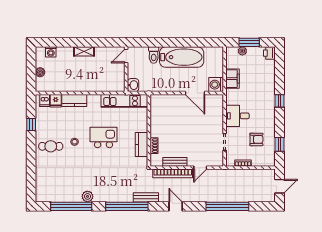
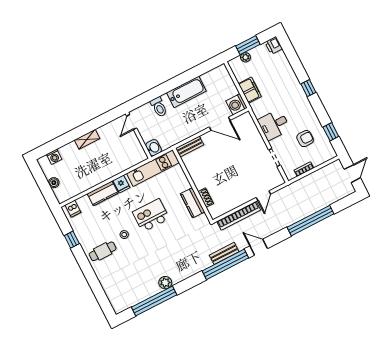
bathtub: (182, 57) -> (186, 92), width x0.73, depth x0.73
fridge: (56, 101) -> (121, 184), moved
bench: (175, 162) -> (190, 147), moved
window: (127, 206) -> (225, 264), moved

